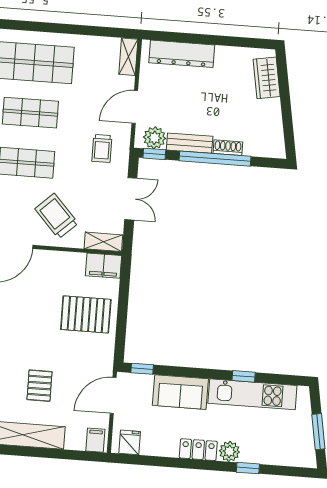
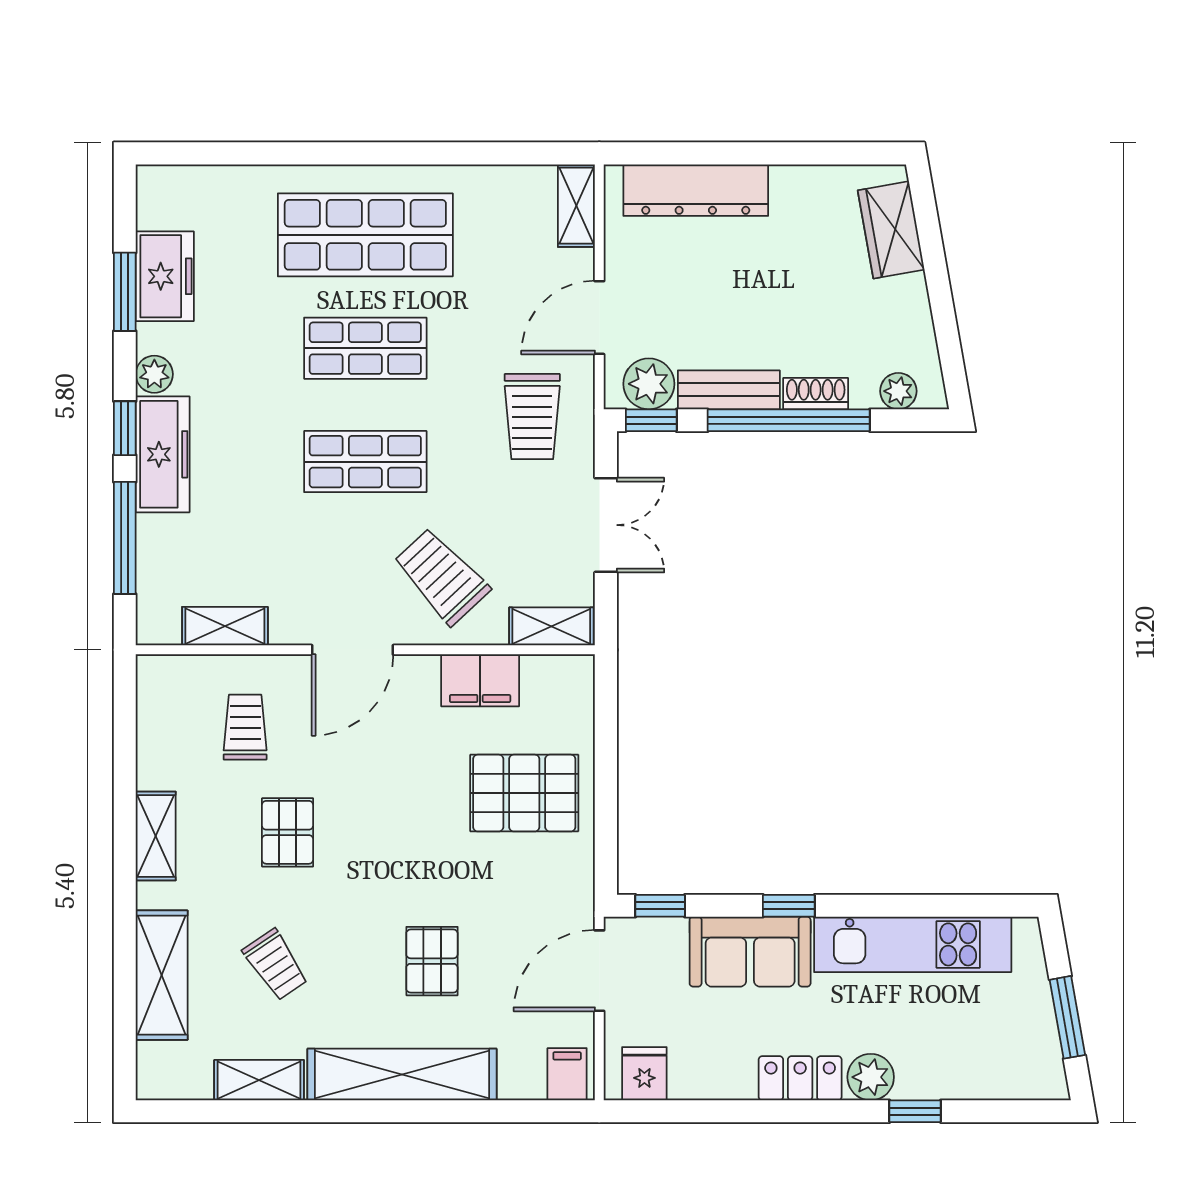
trolley: (102, 148) -> (532, 417), width x1.36, depth x1.39
plant: (264, 149) -> (898, 391), added
filing cabinet: (104, 266) -> (480, 680), moved
window: (244, 376) -> (789, 906), moved

